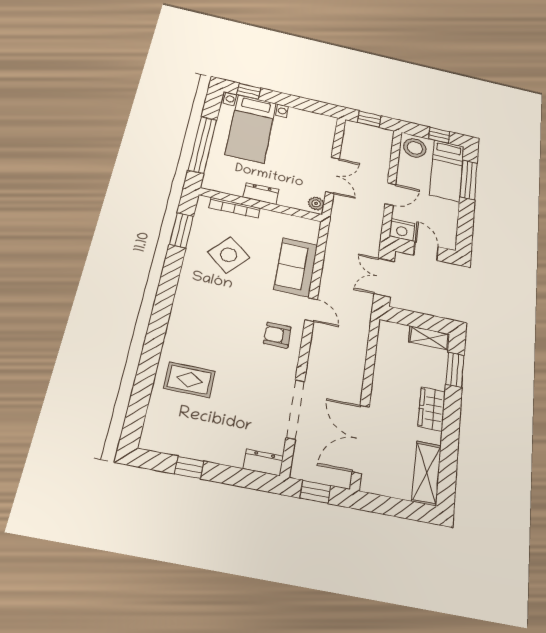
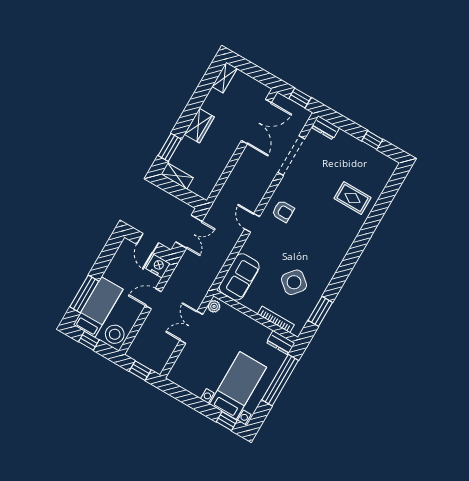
dresser: (261, 193) -> (281, 343), moved
sofa: (296, 267) -> (239, 277), moved
shelving: (427, 473) -> (225, 78), width x0.67, depth x0.75

